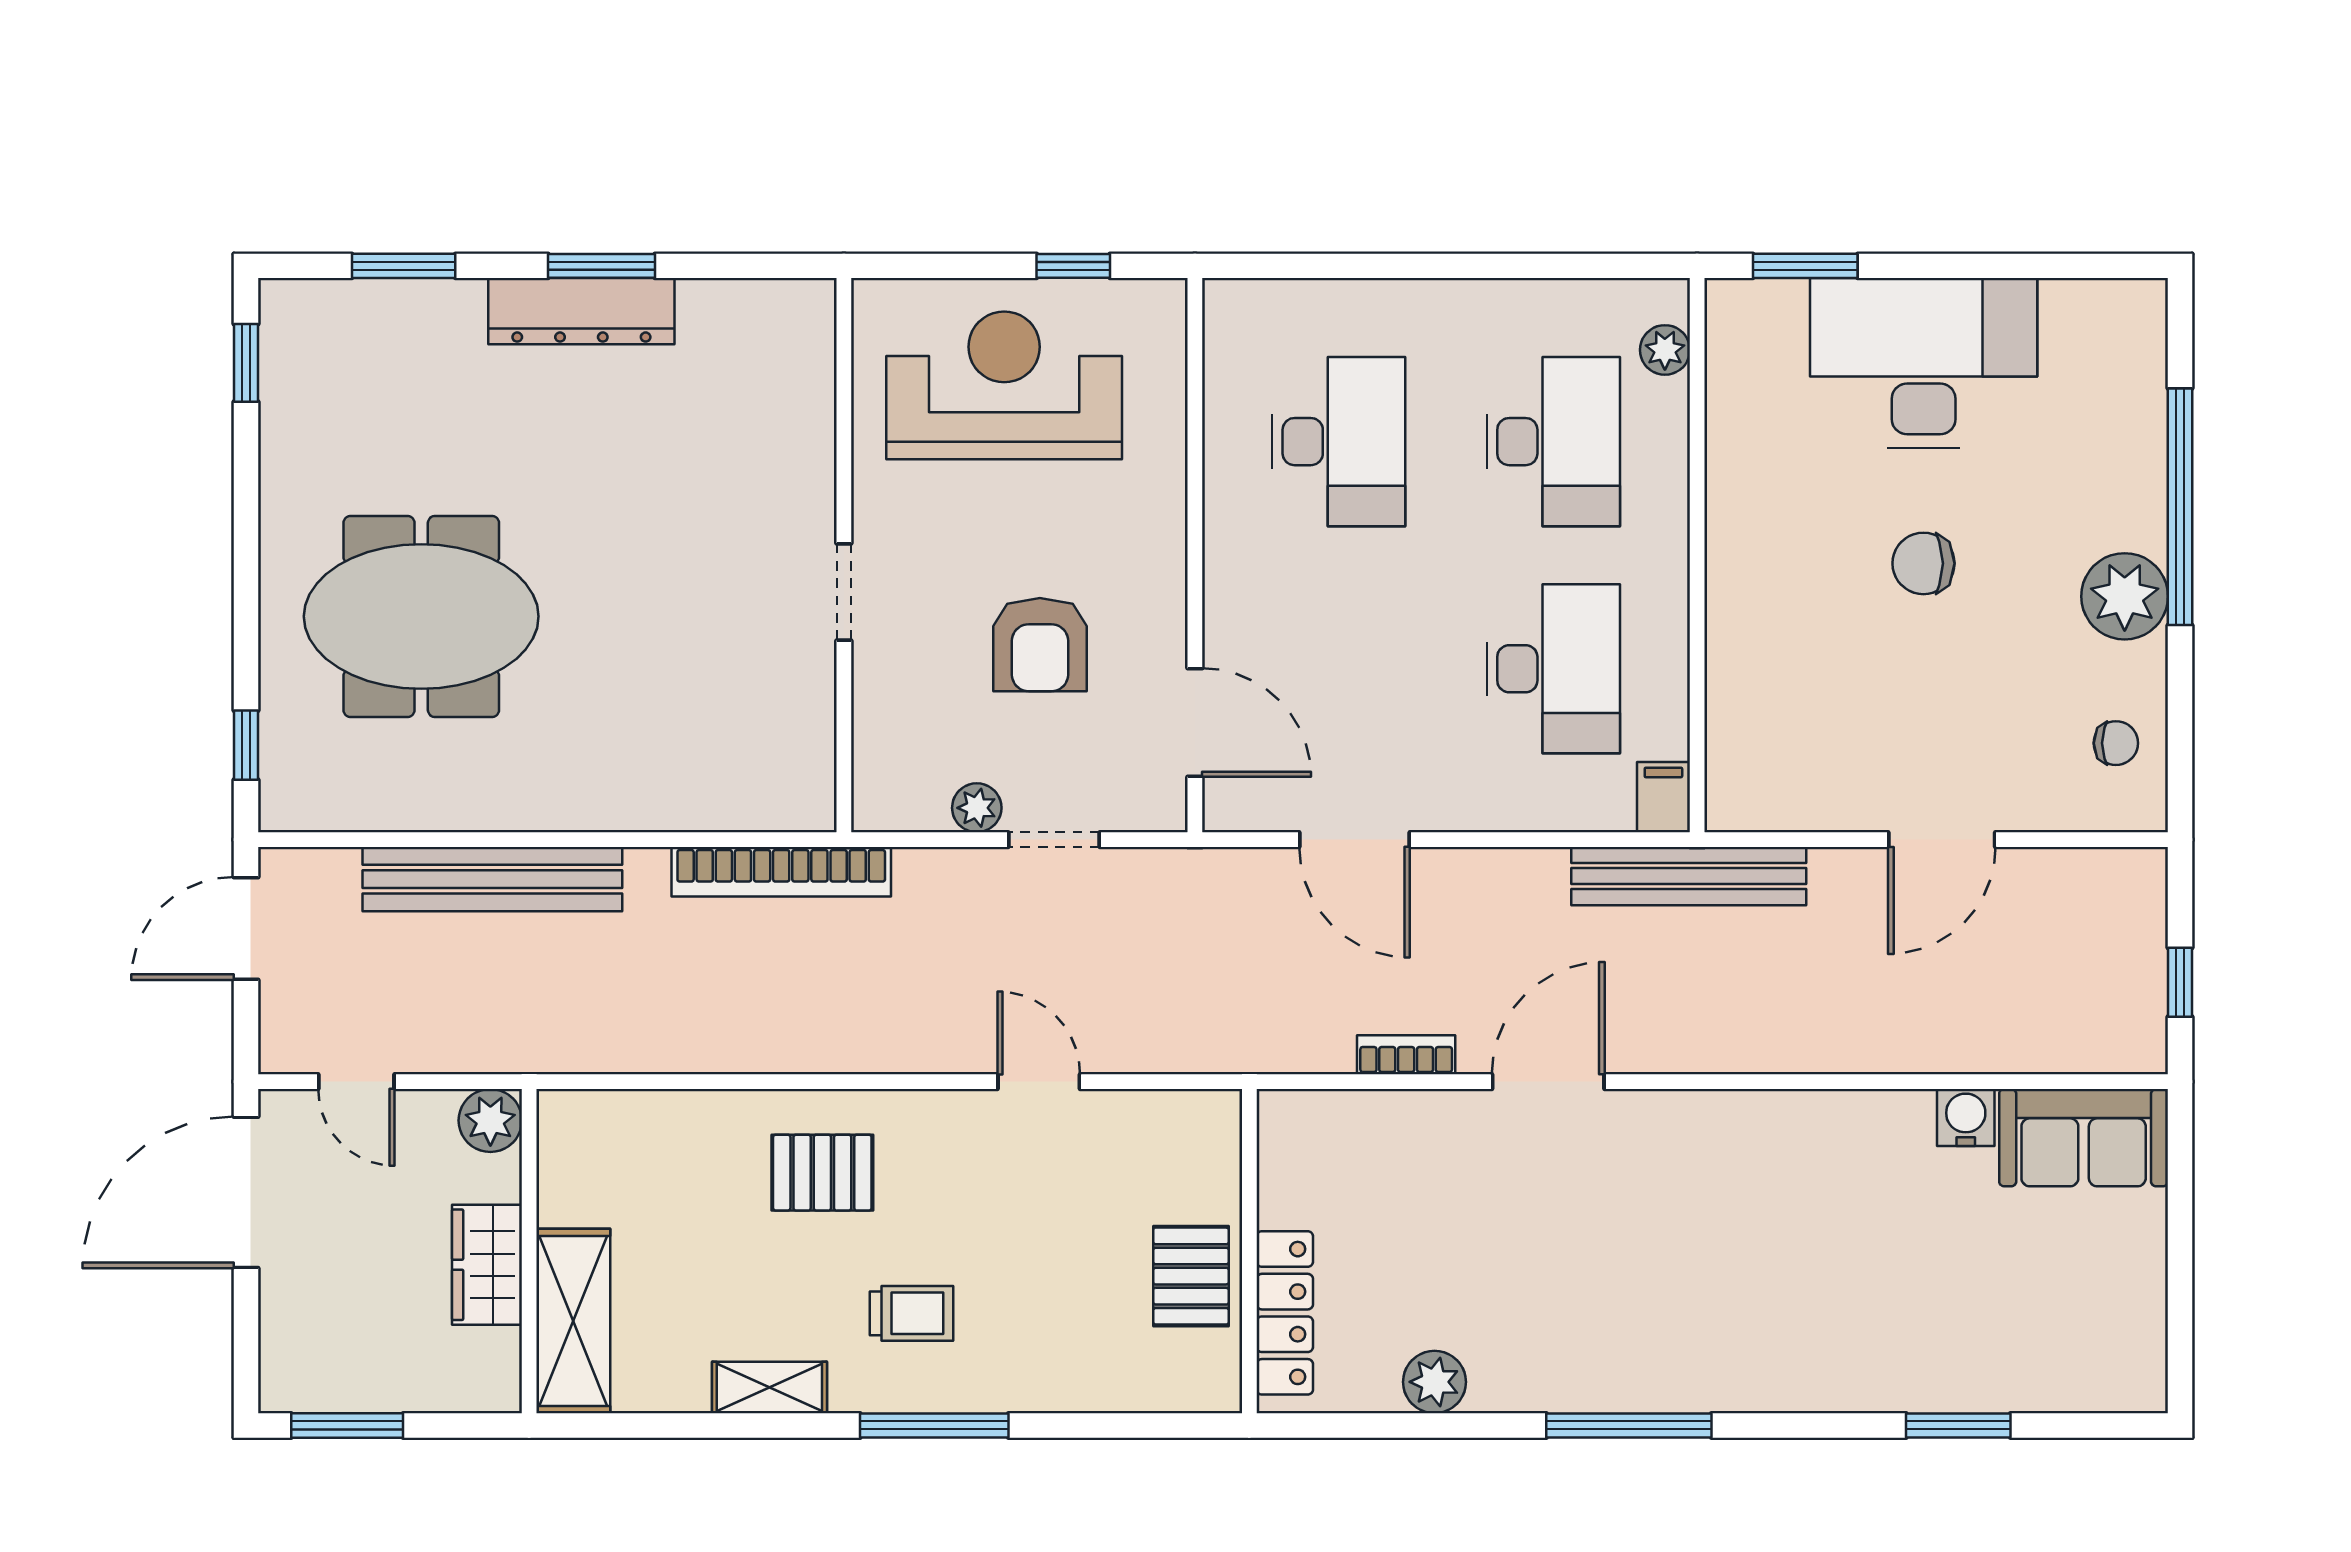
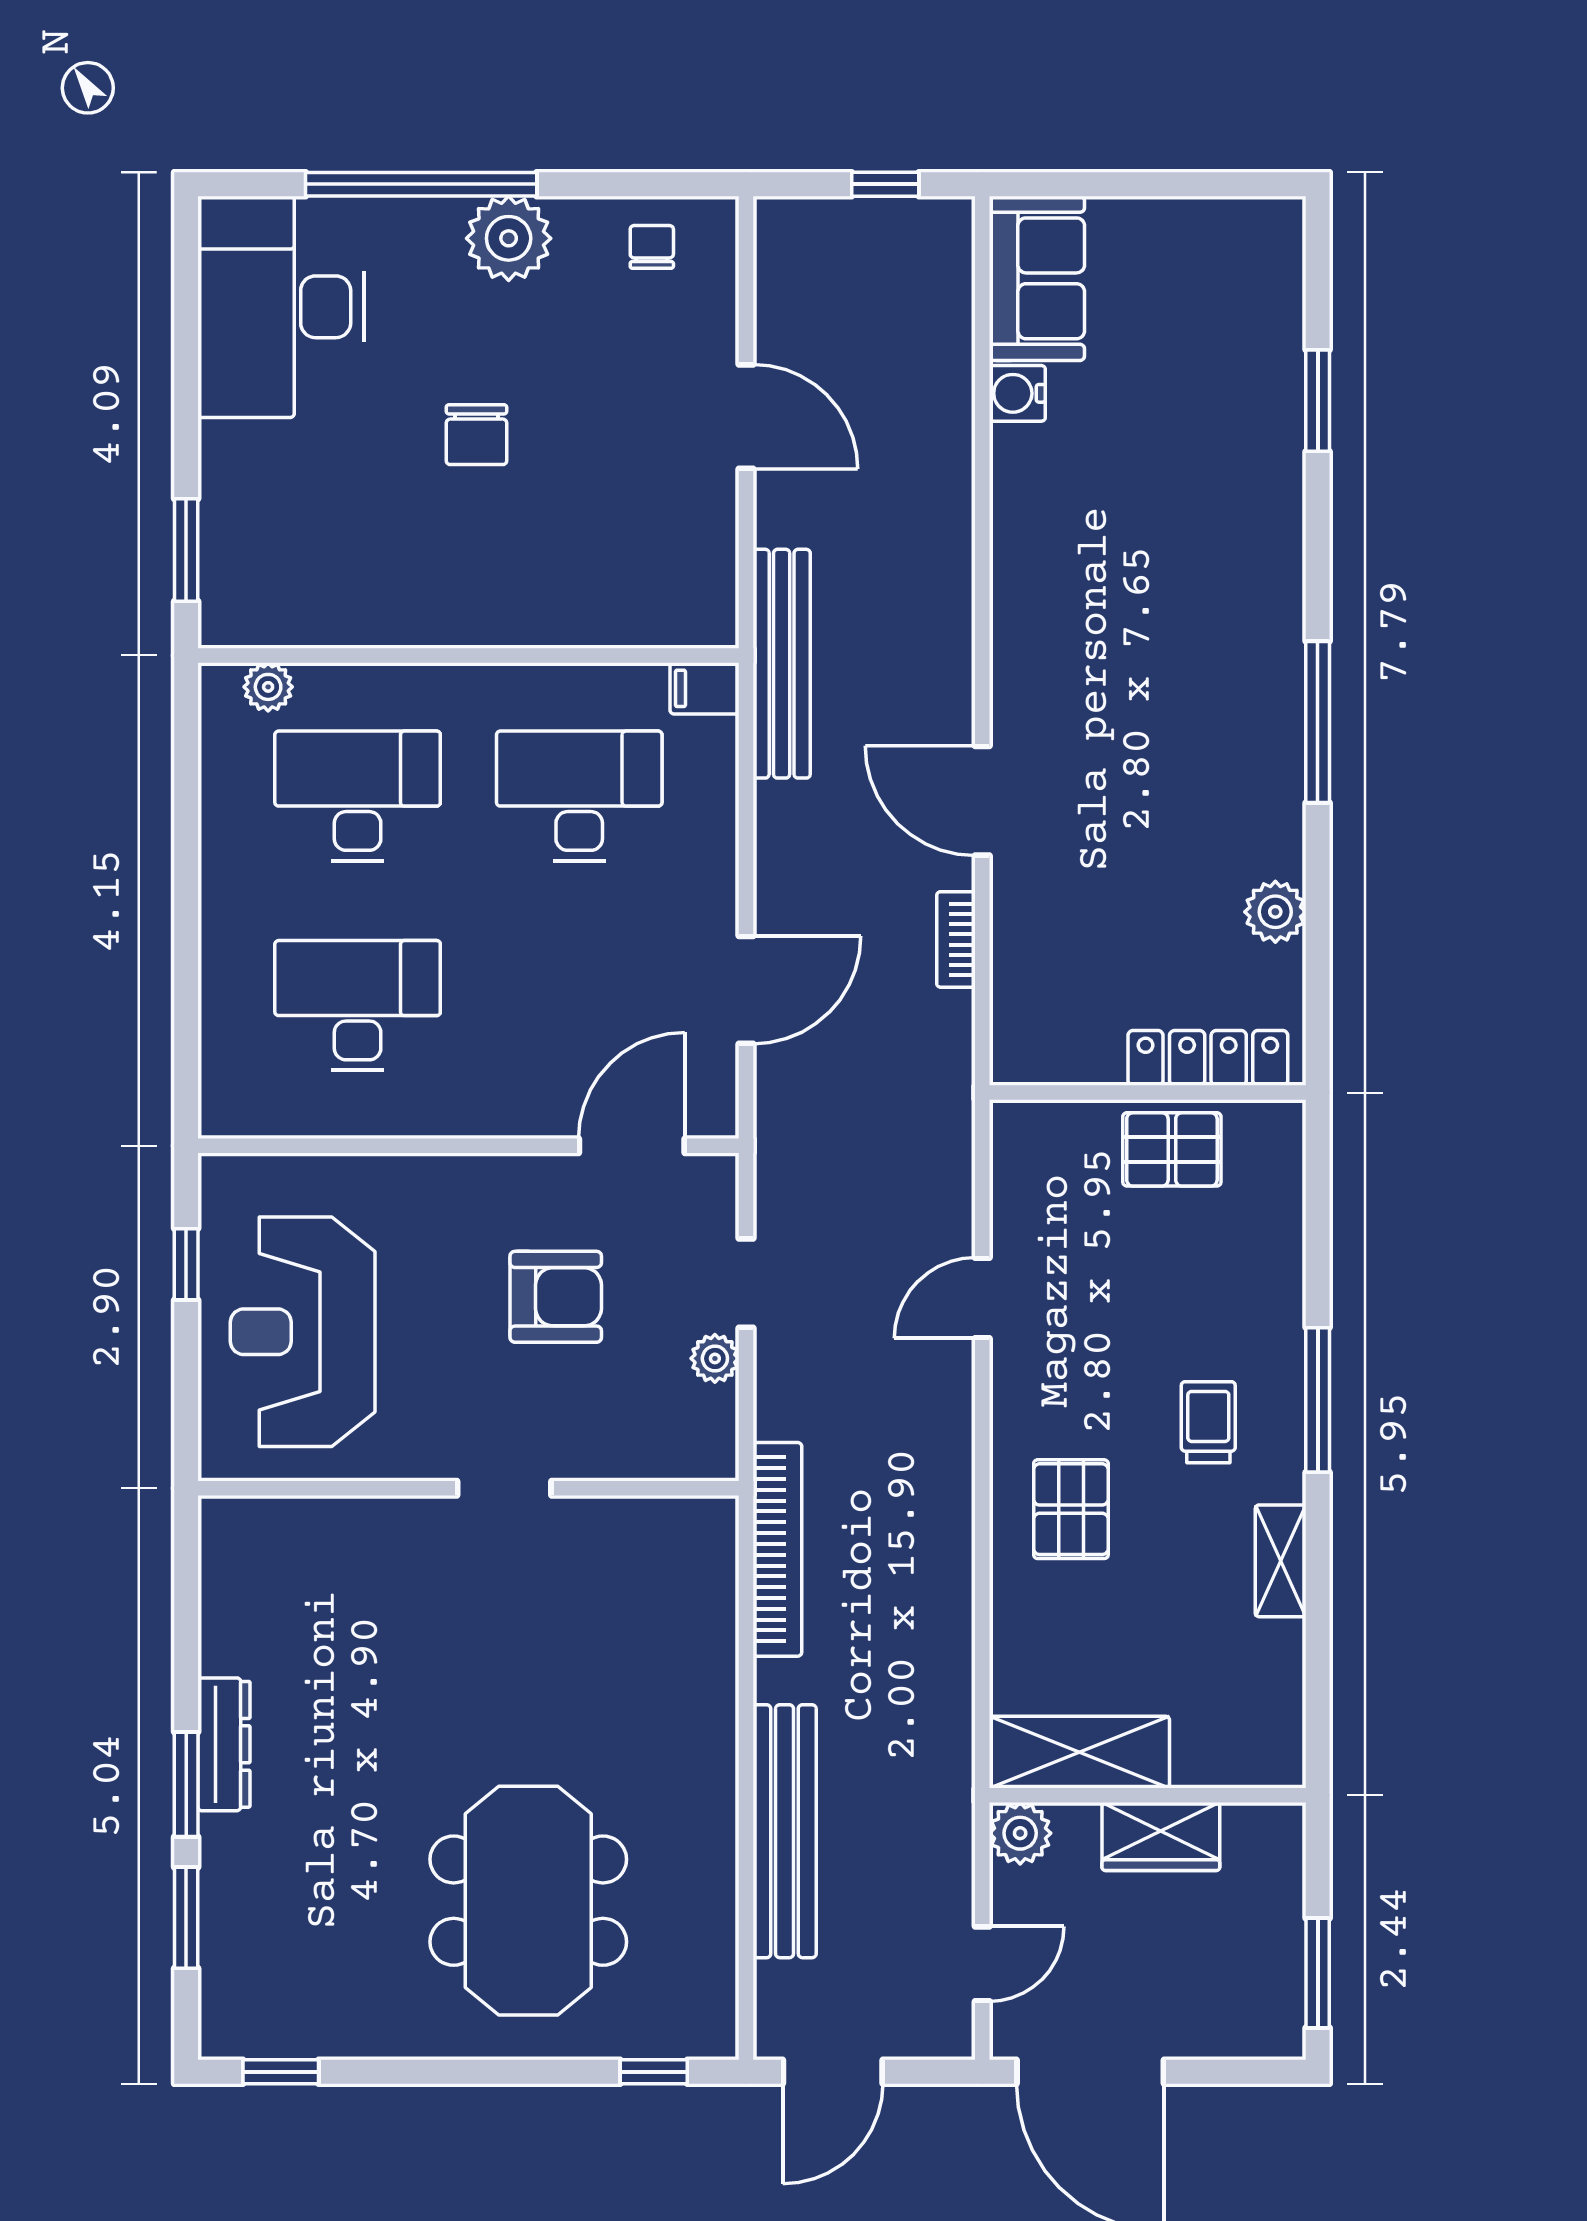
window: (602, 266) -> (186, 1784), moved
dresser: (581, 311) -> (224, 1744), width x0.73, depth x0.80
desk: (1924, 363) -> (281, 307), moved
door: (246, 929) -> (833, 2072), hinge flipped
shelving: (573, 1321) -> (1079, 1752), moved

